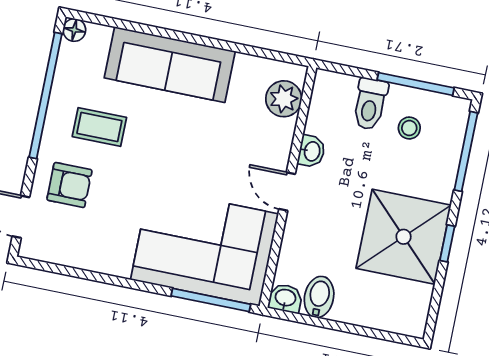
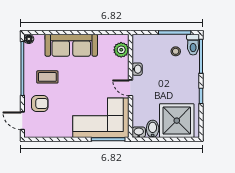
toilet: (370, 104) -> (193, 45), moved
shower: (404, 237) -> (177, 121), moved

